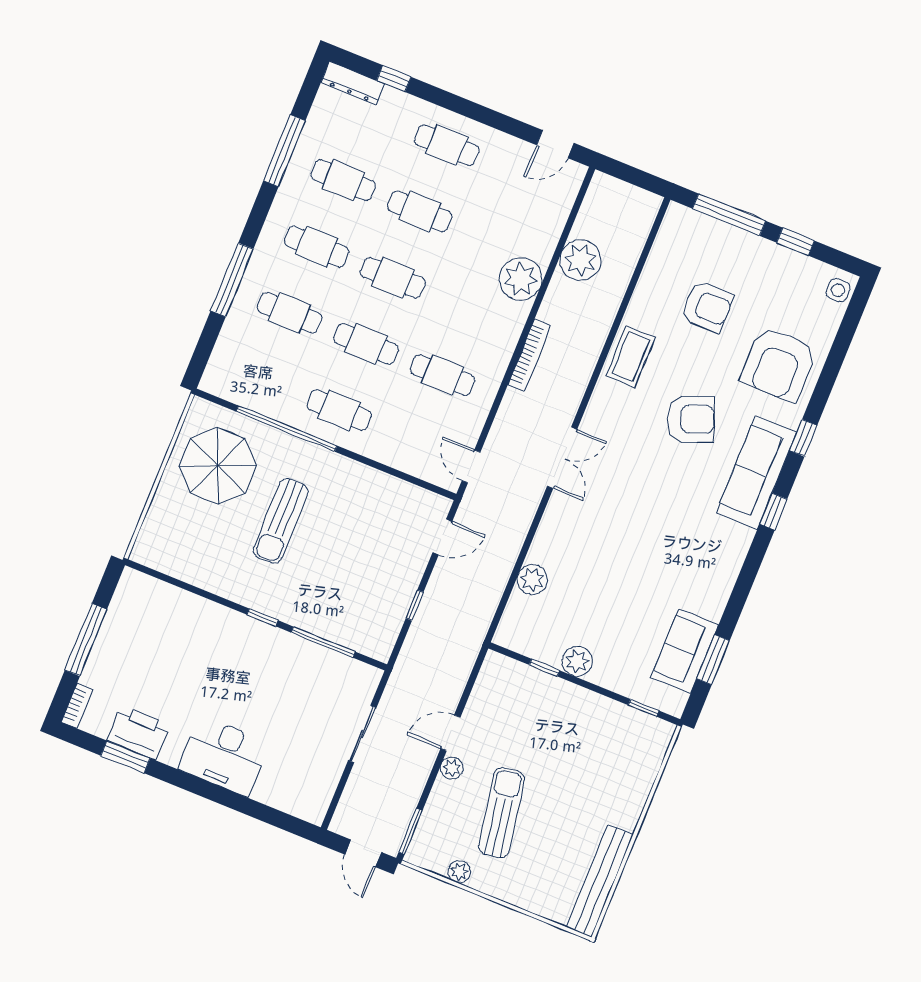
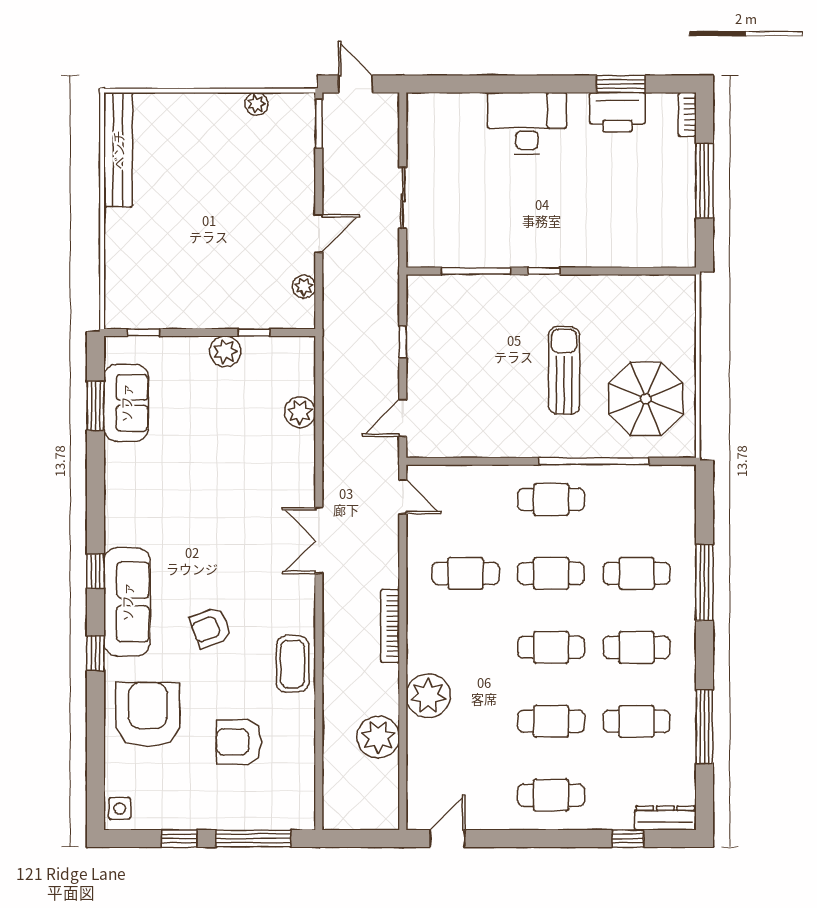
armchair: (691, 419) -> (211, 628), width x0.72, depth x0.72
plant: (452, 768) -> (304, 287), moved
sun lounger: (502, 813) -> (239, 177), removed

